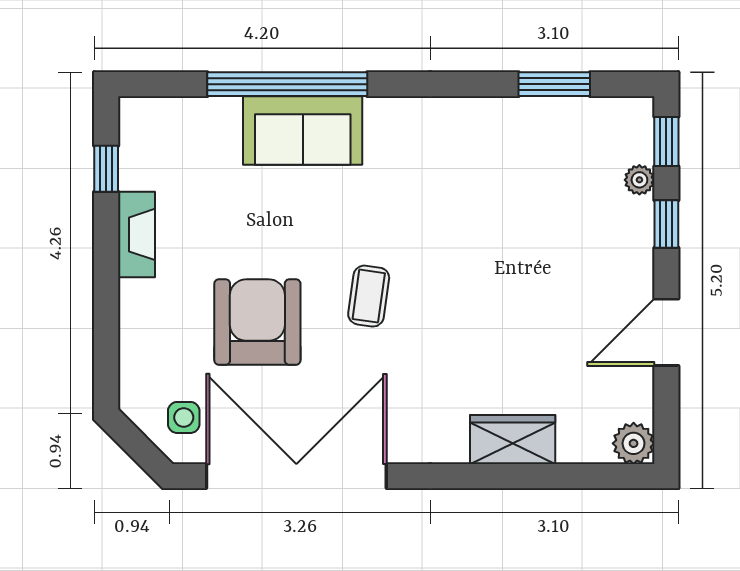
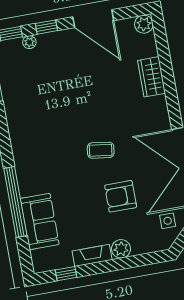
sofa: (303, 131) -> (40, 221), moved
plant: (140, 302) -> (121, 249), added
armchair: (257, 322) -> (121, 196), width x0.73, depth x0.73
door: (666, 332) -> (93, 19), width x1.36

